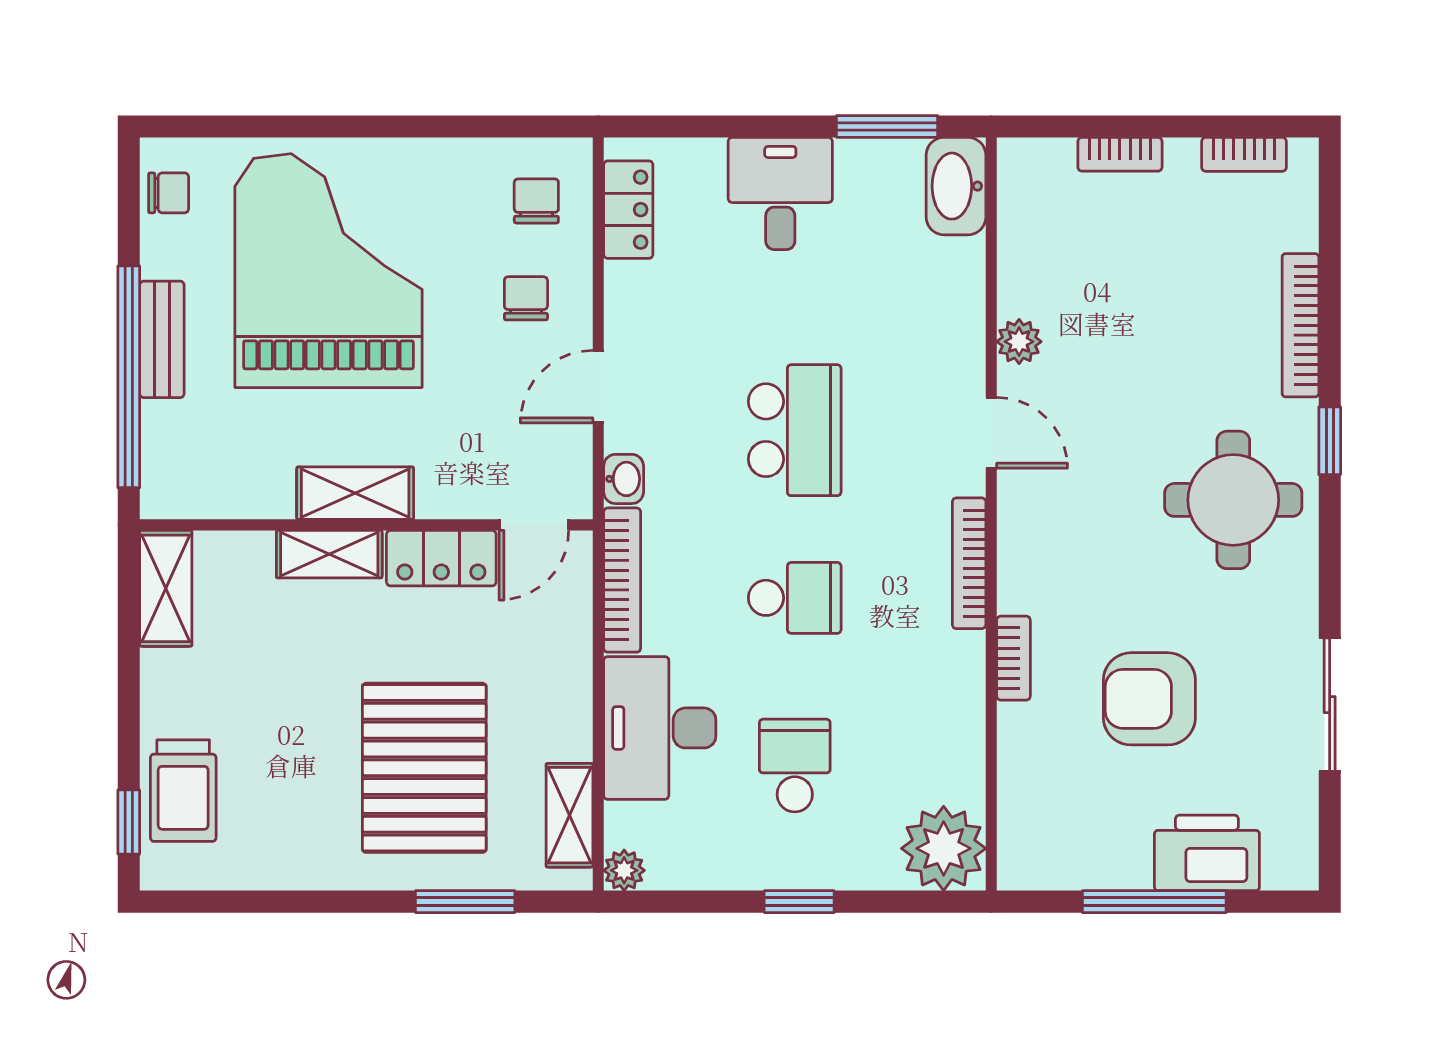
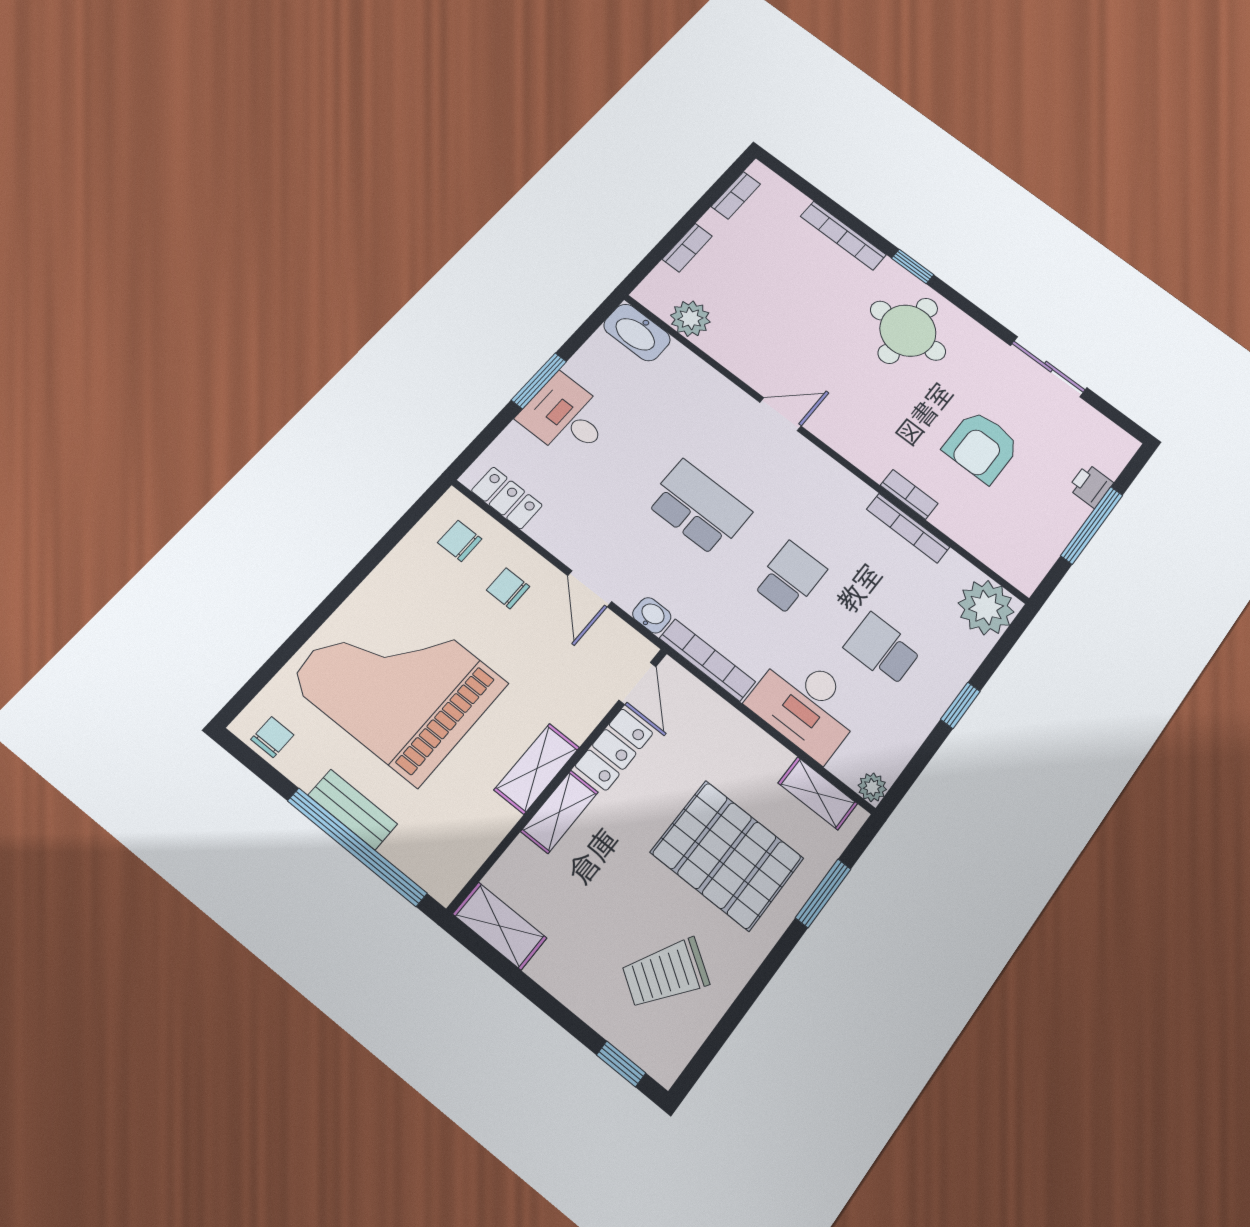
window: (887, 126) -> (539, 381), moved
plant: (1019, 342) -> (690, 319), moved, width x1.38, depth x1.38
bookcase: (969, 563) -> (908, 528), moved
trolley: (183, 791) -> (666, 973), moved, turned 123
printer: (1207, 853) -> (1091, 486), width x0.53, depth x0.68

